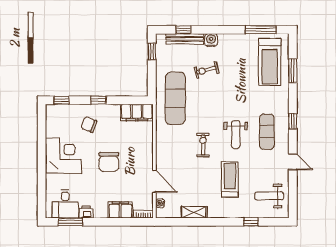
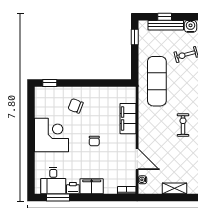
window: (98, 100) -> (84, 83), removed
filing cabinet: (137, 112) -> (128, 119), moved, turned 90
chair: (109, 162) -> (94, 141), width x0.54, depth x0.54
filing cabinet: (120, 210) -> (92, 186), moved

